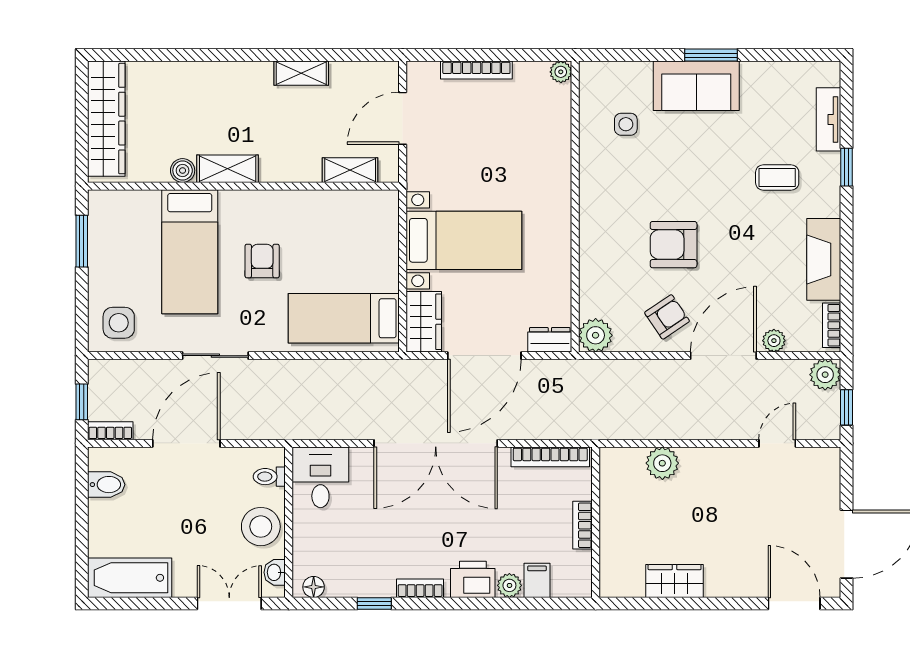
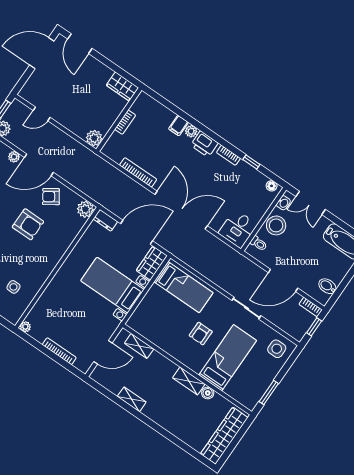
wall: (596, 522) -> (119, 120), moved
bookcase: (583, 525) -> (125, 122), moved

